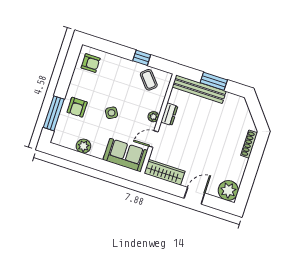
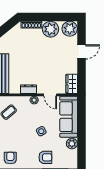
sofa: (125, 155) -> (69, 117), width x1.36
plant: (236, 166) -> (50, 29), added
wardrobe: (164, 172) -> (72, 84), width x0.67
door: (194, 196) -> (81, 52), swing flipped

